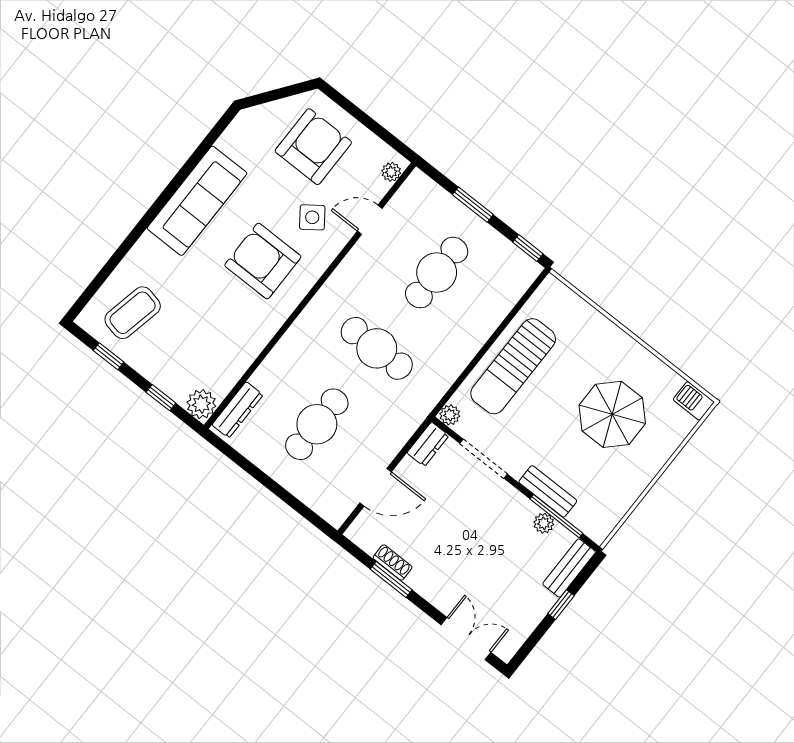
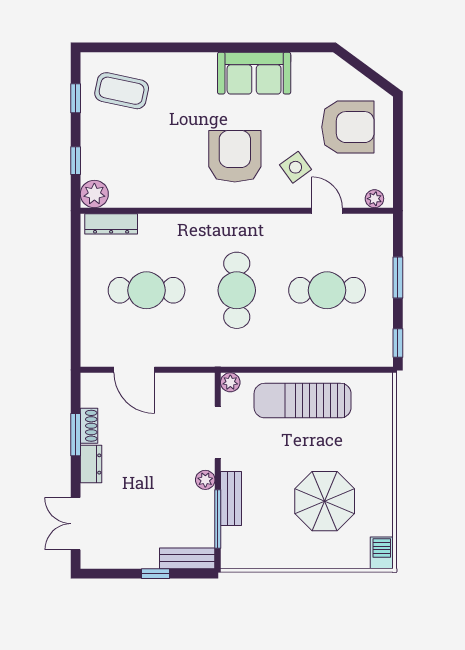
sofa: (197, 201) -> (254, 73), width x0.73
dresser: (428, 444) -> (91, 464), moved, turned -90
plant: (544, 523) -> (205, 480), moved
double door: (466, 639) -> (76, 524), swing flipped

